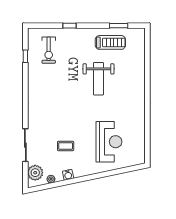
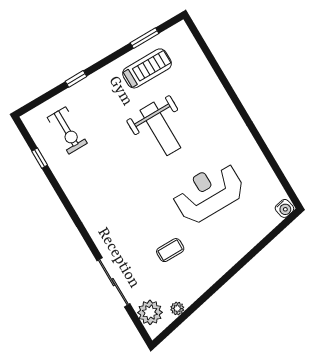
reception desk: (109, 142) -> (208, 193), moved, turned -90
water cooler: (68, 175) -> (284, 208), moved

